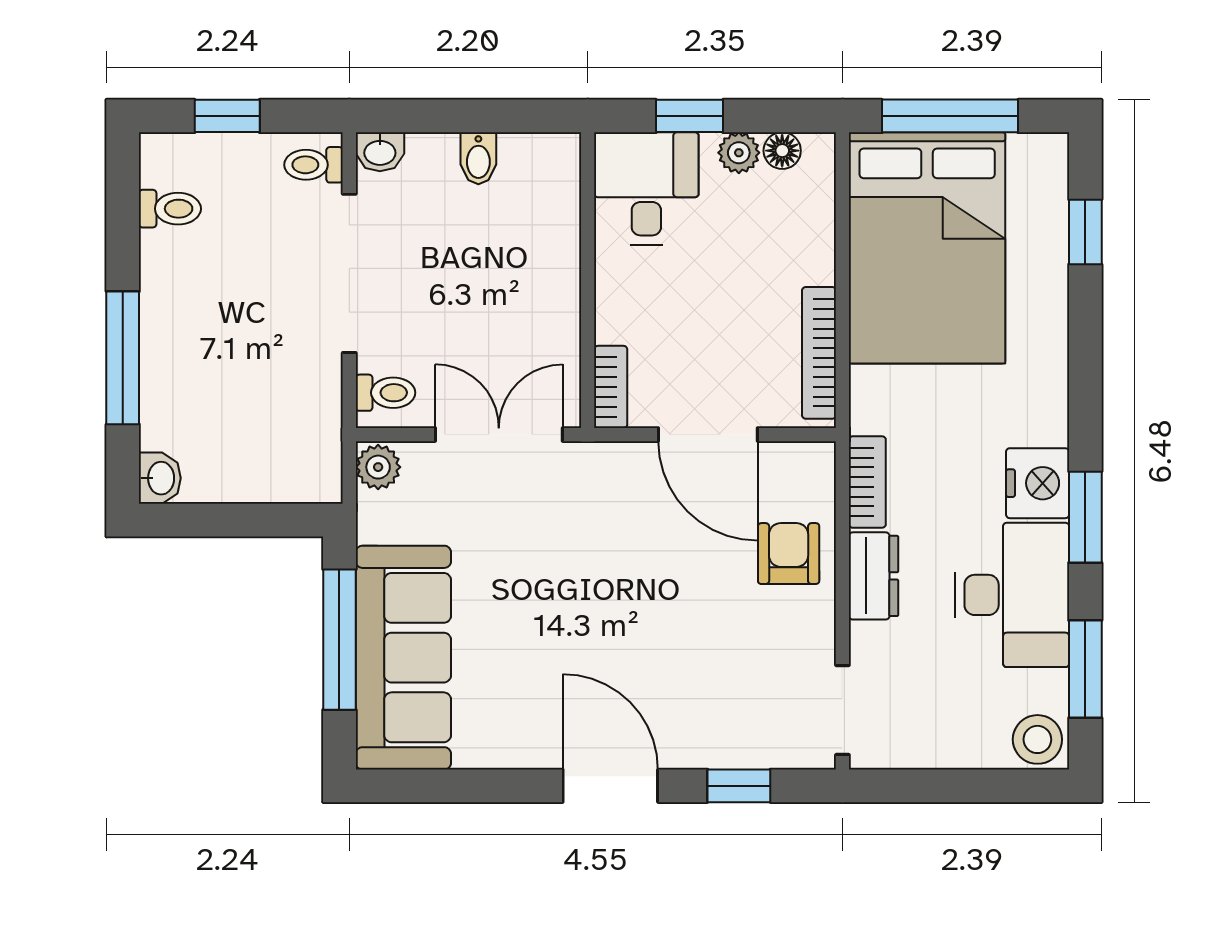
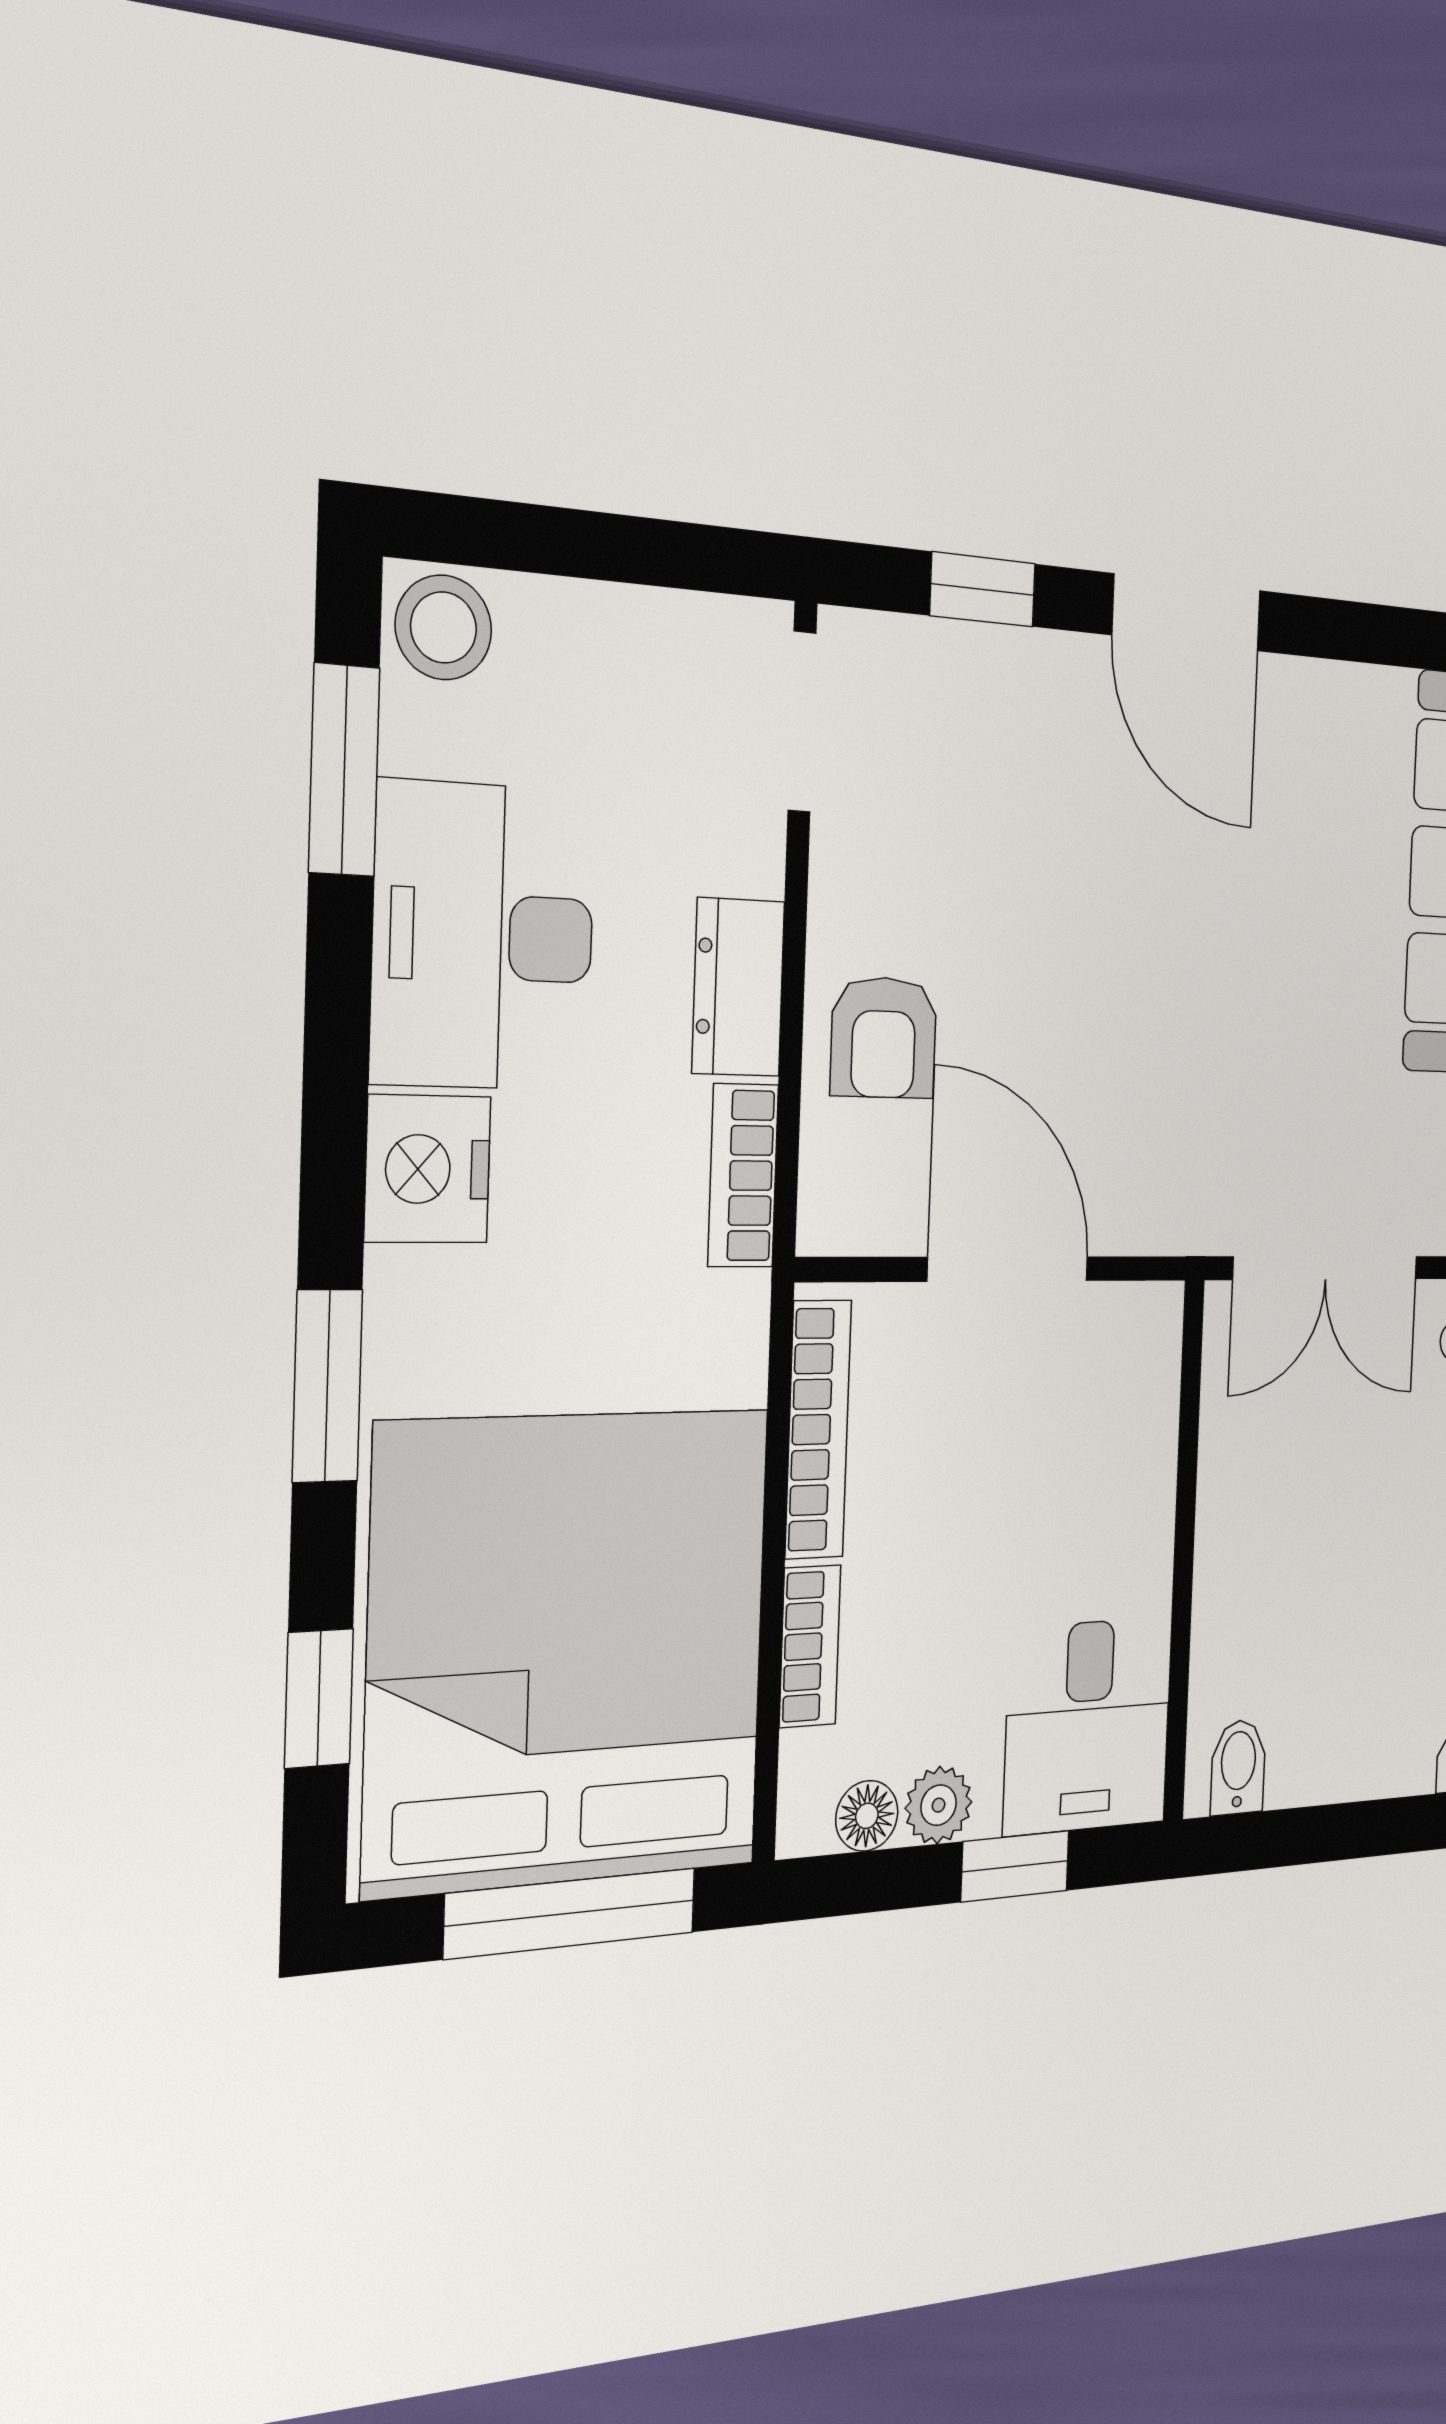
bidet: (478, 158) -> (1238, 1767), moved
bed: (927, 248) -> (569, 1649), width x1.36
bookcase: (611, 387) -> (810, 1646), moved, turned 180
window: (1085, 517) -> (327, 1386), moved

